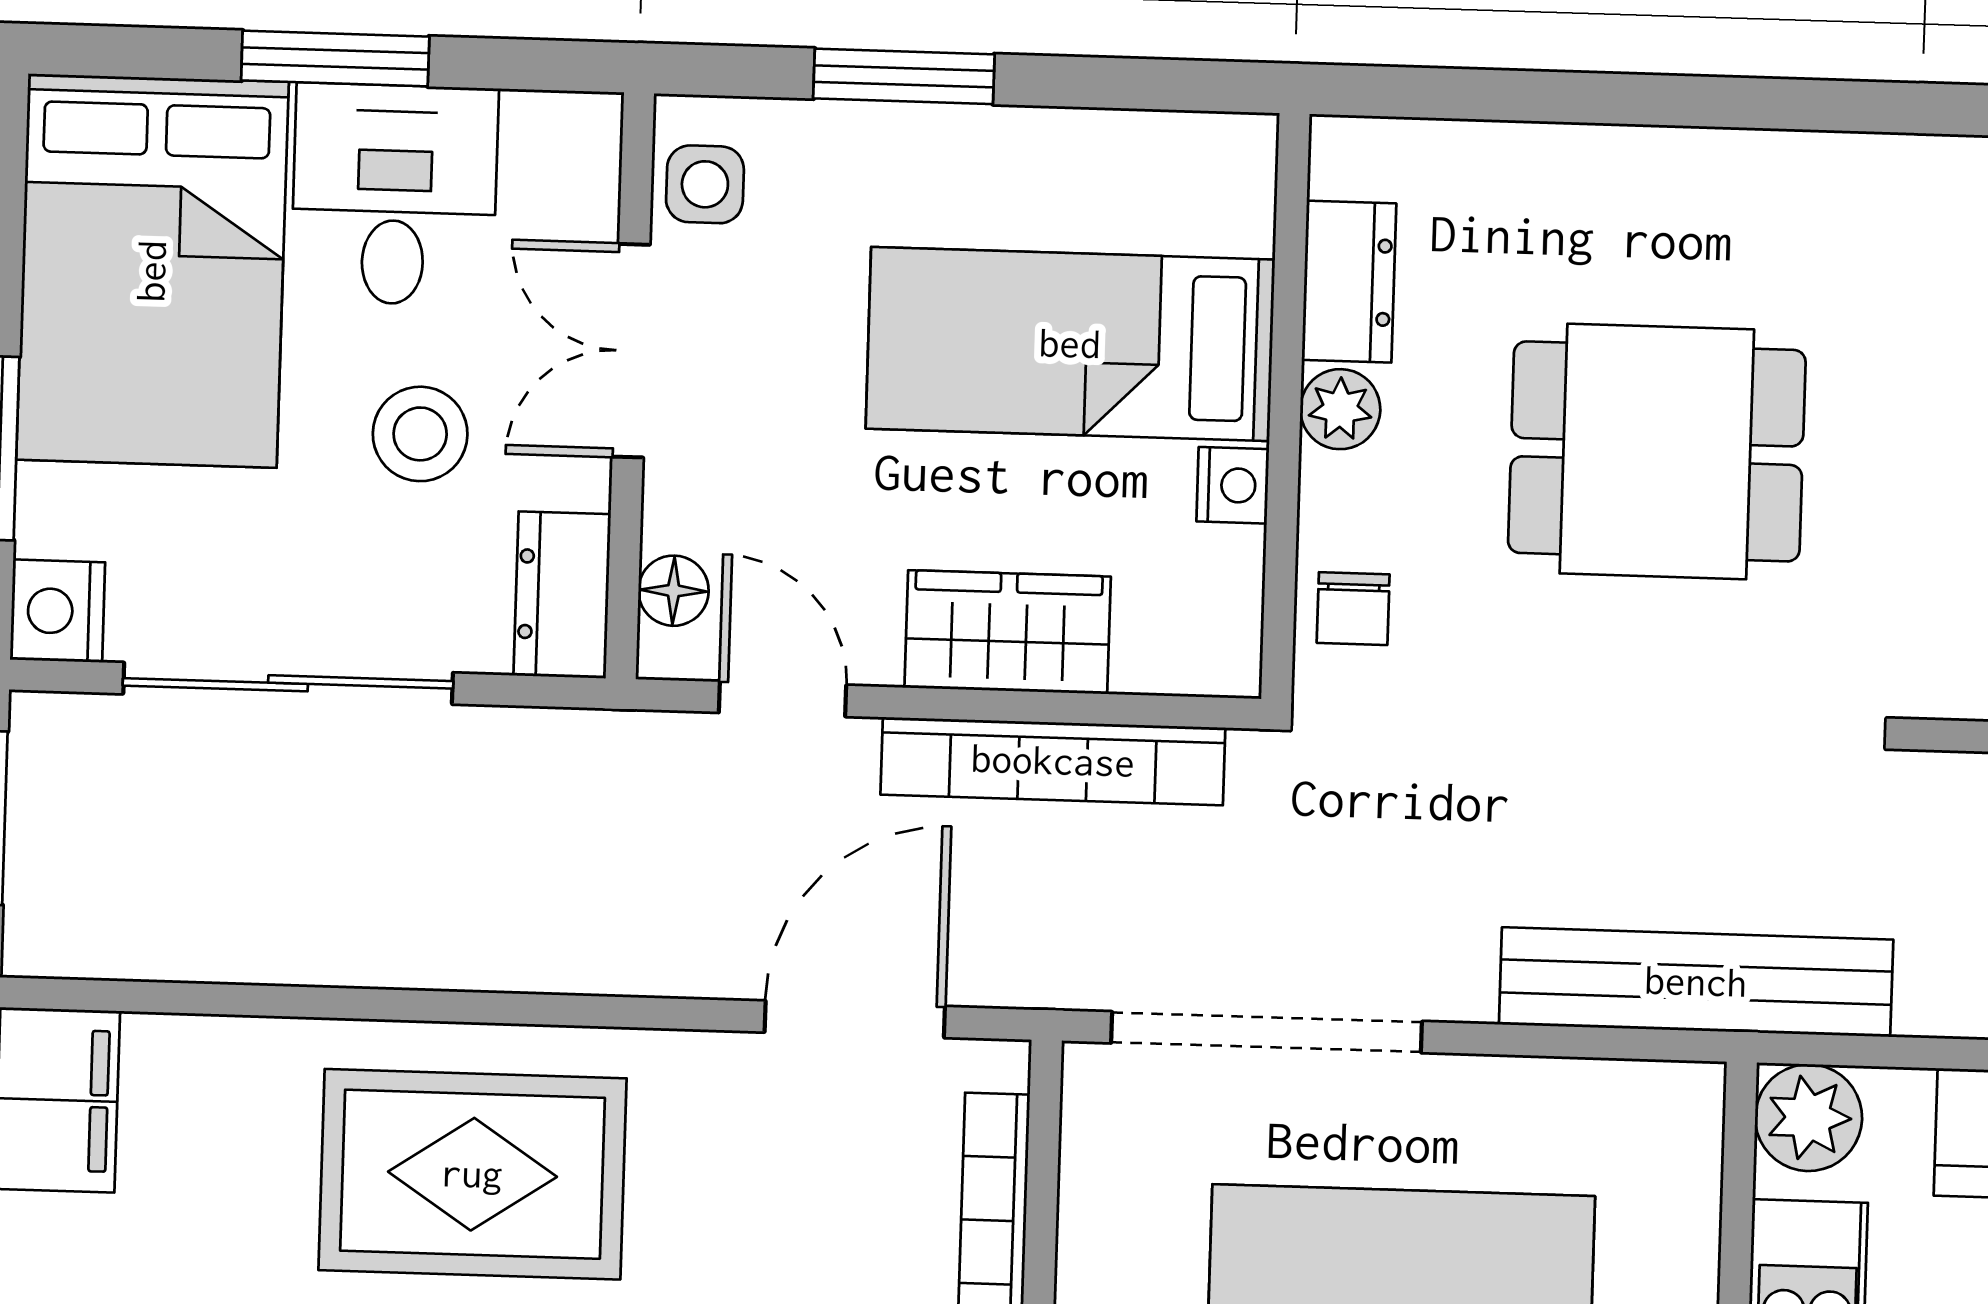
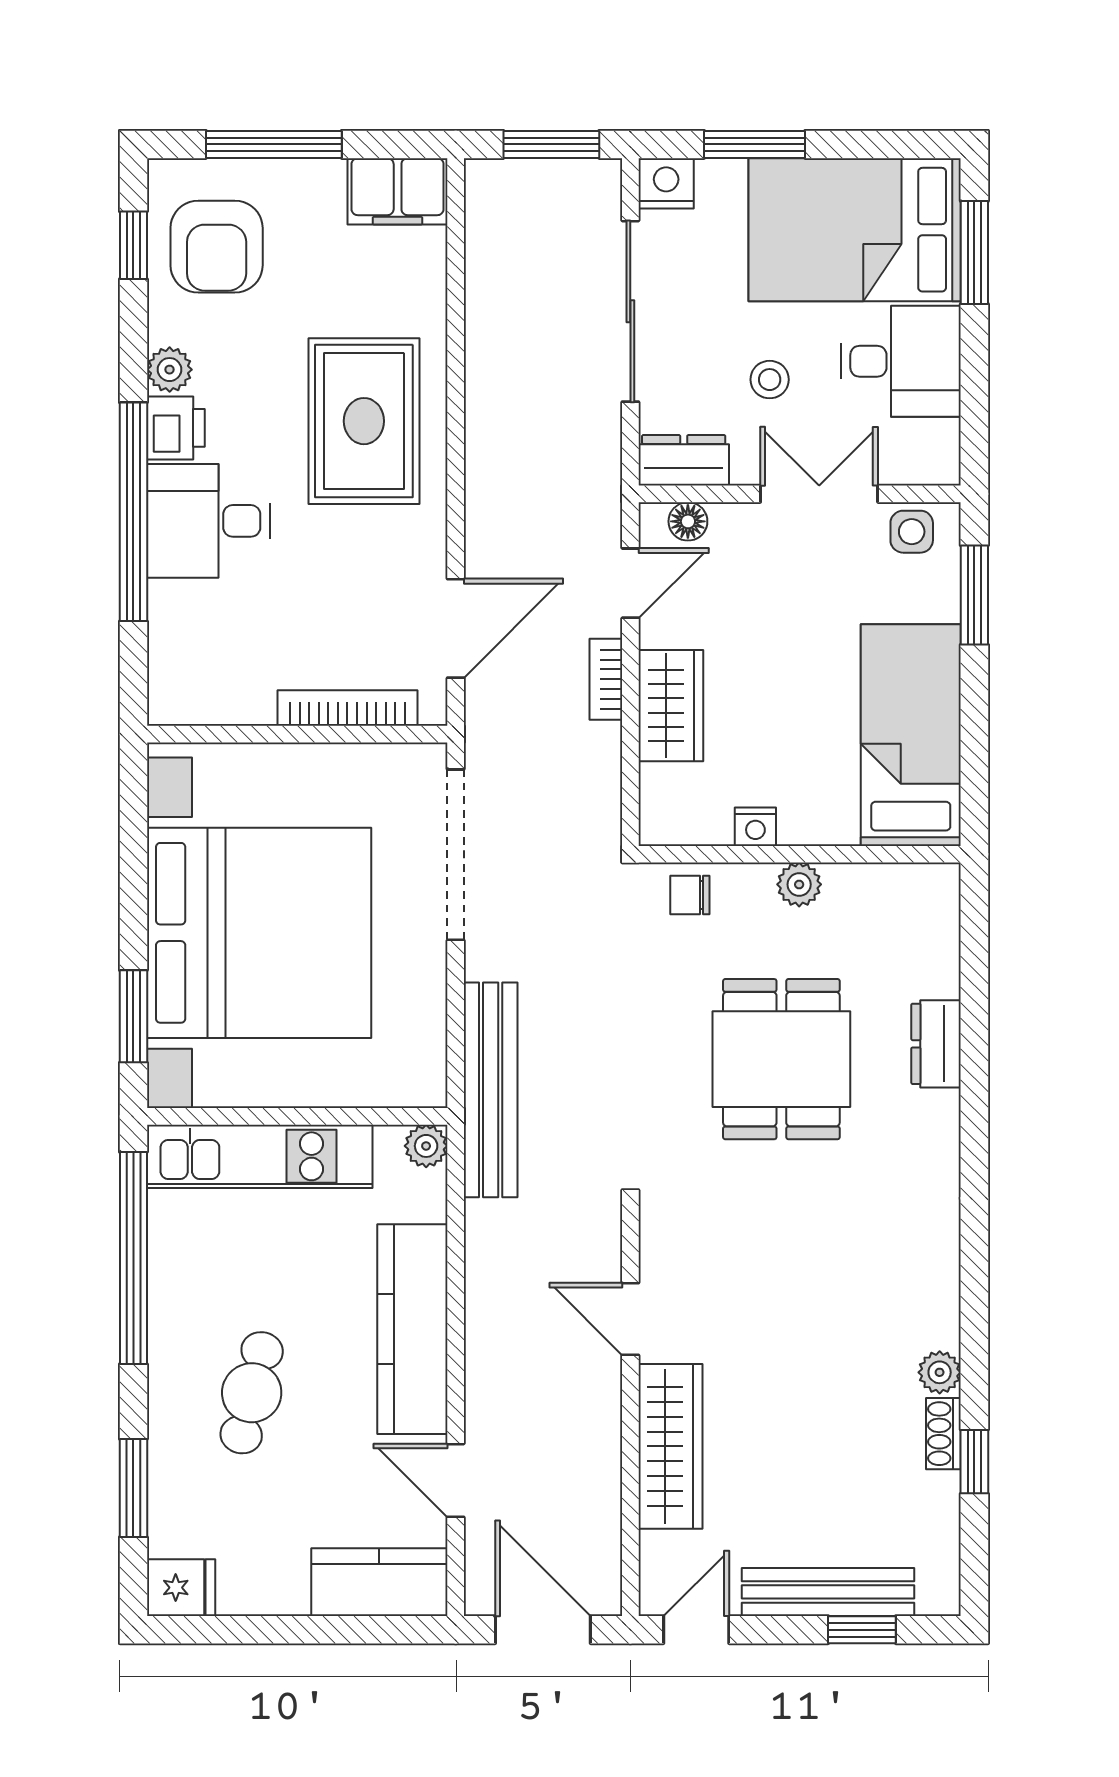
window: (335, 59) -> (974, 252), moved
window: (904, 76) -> (974, 595), moved
dresser: (1349, 282) -> (936, 1044), moved, turned 90
bed: (1070, 344) -> (911, 735), moved
stool: (420, 434) -> (770, 380), width x0.73, depth x0.73
bookcase: (1053, 761) -> (606, 679), width x0.43, depth x0.76
door: (855, 1019) -> (456, 628), hinge flipped
plant: (1809, 1118) -> (426, 1146), width x0.73, depth x0.73

